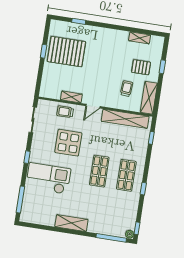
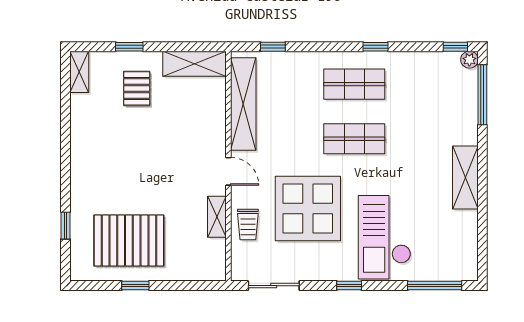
shelving: (140, 38) -> (79, 72), moved
pallet: (66, 52) -> (129, 240), turned 90
trolley: (127, 89) -> (183, 110), removed
display table: (68, 143) -> (308, 209), width x1.36, depth x1.36

